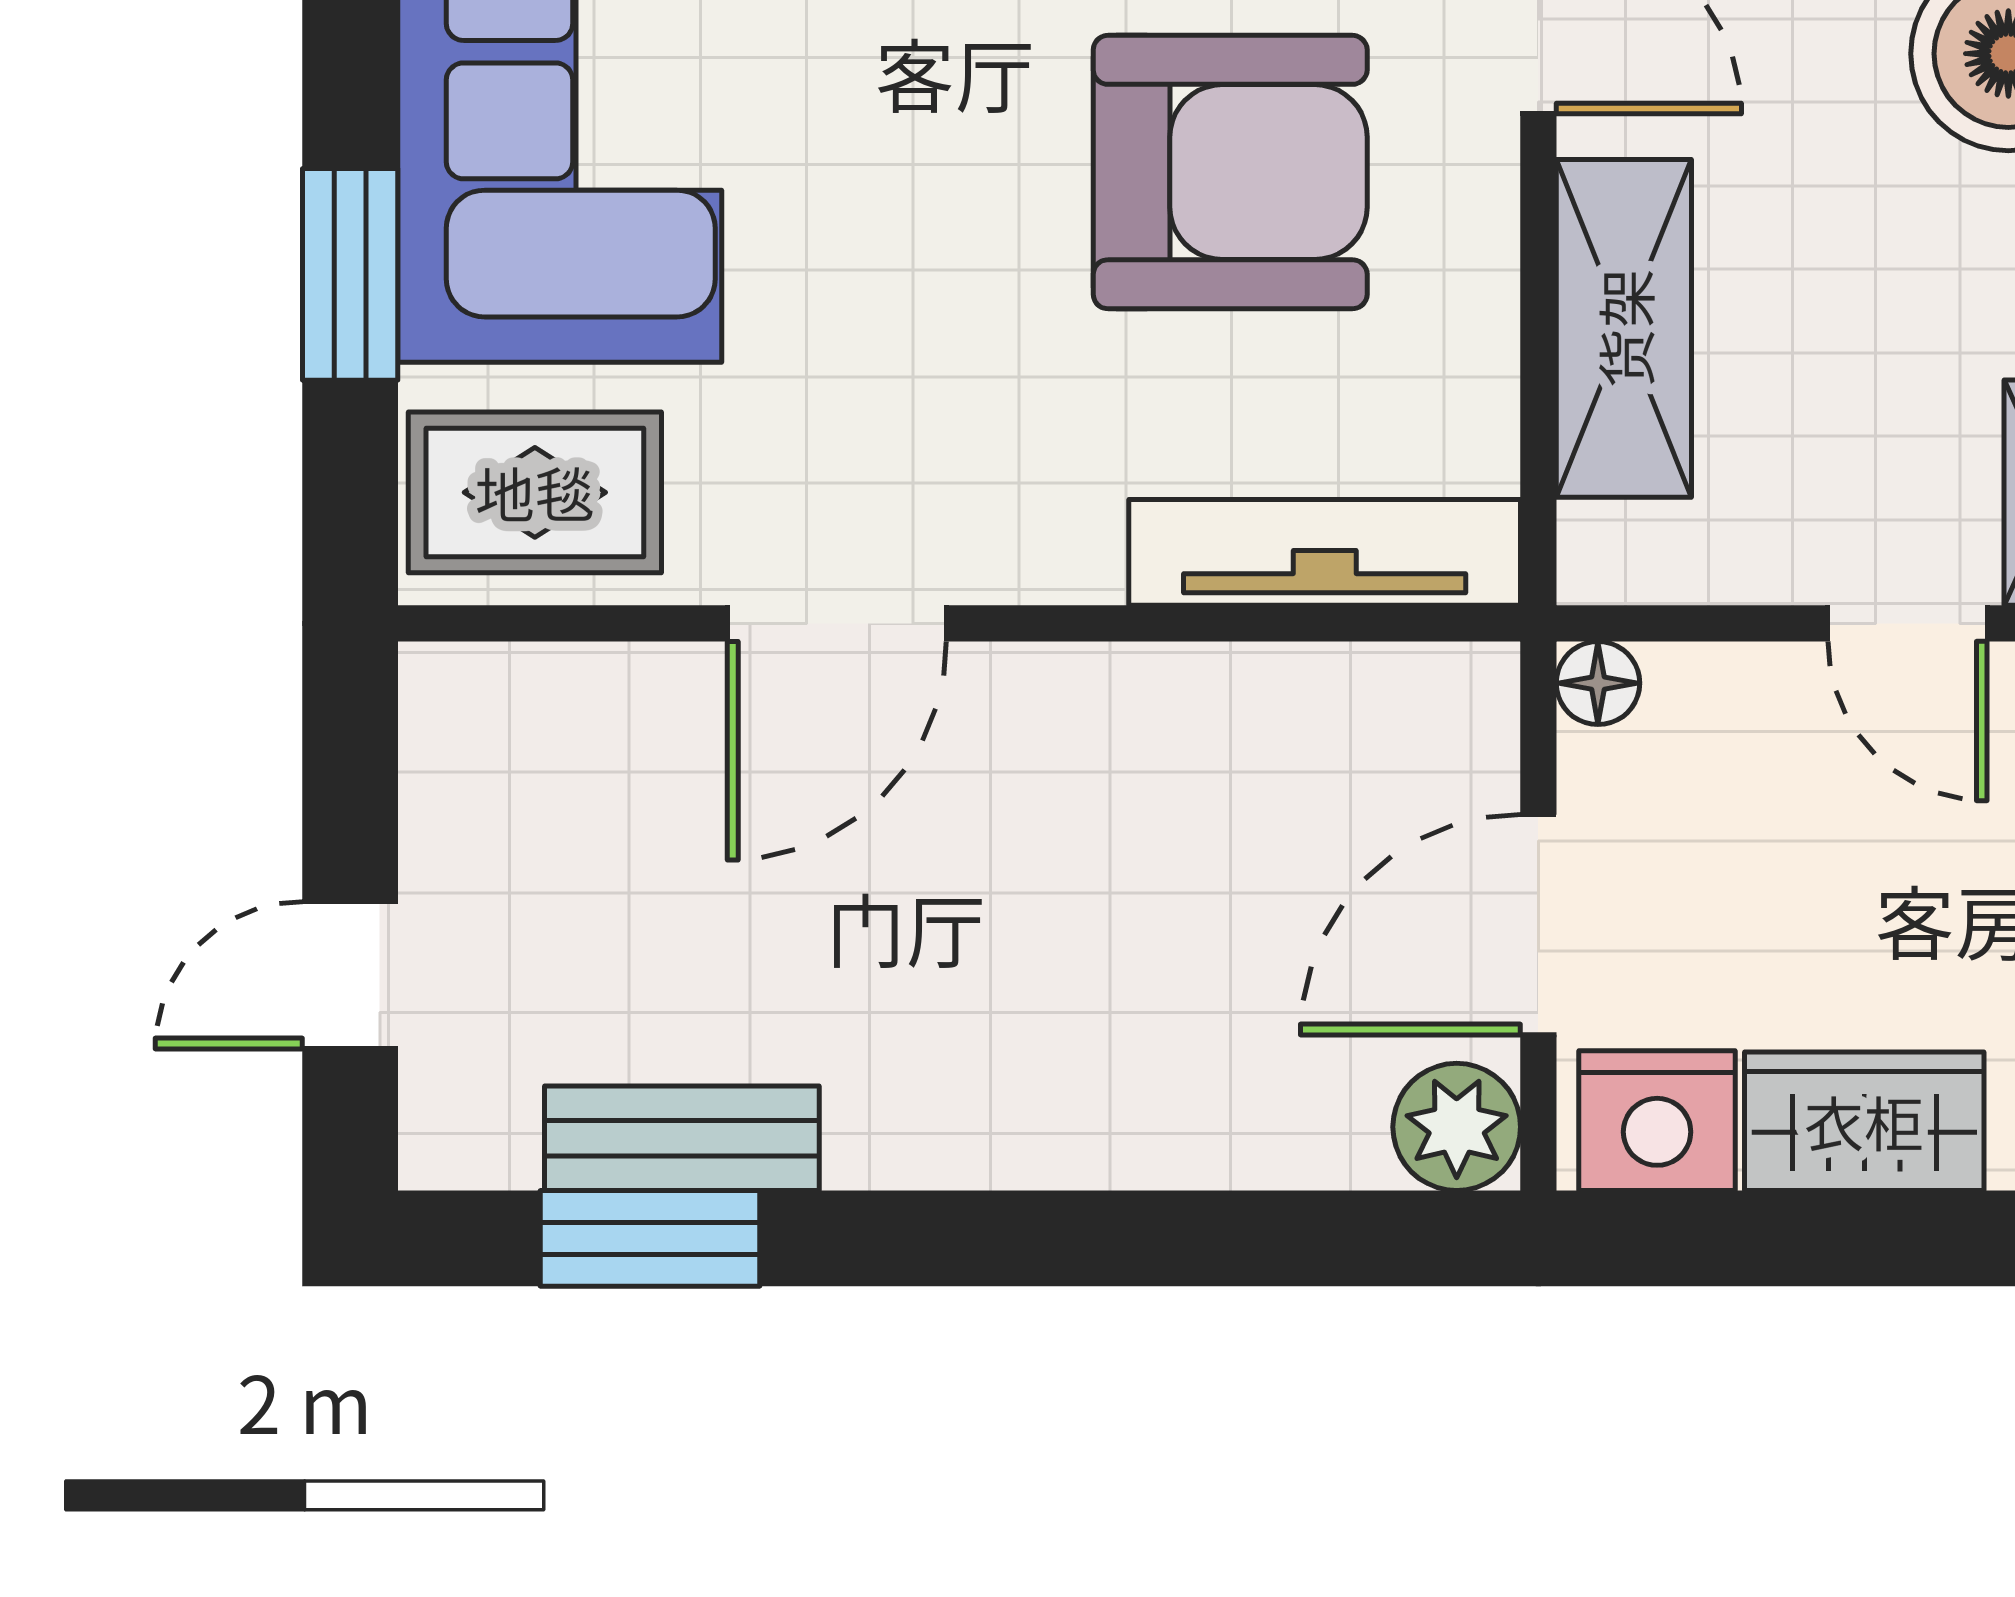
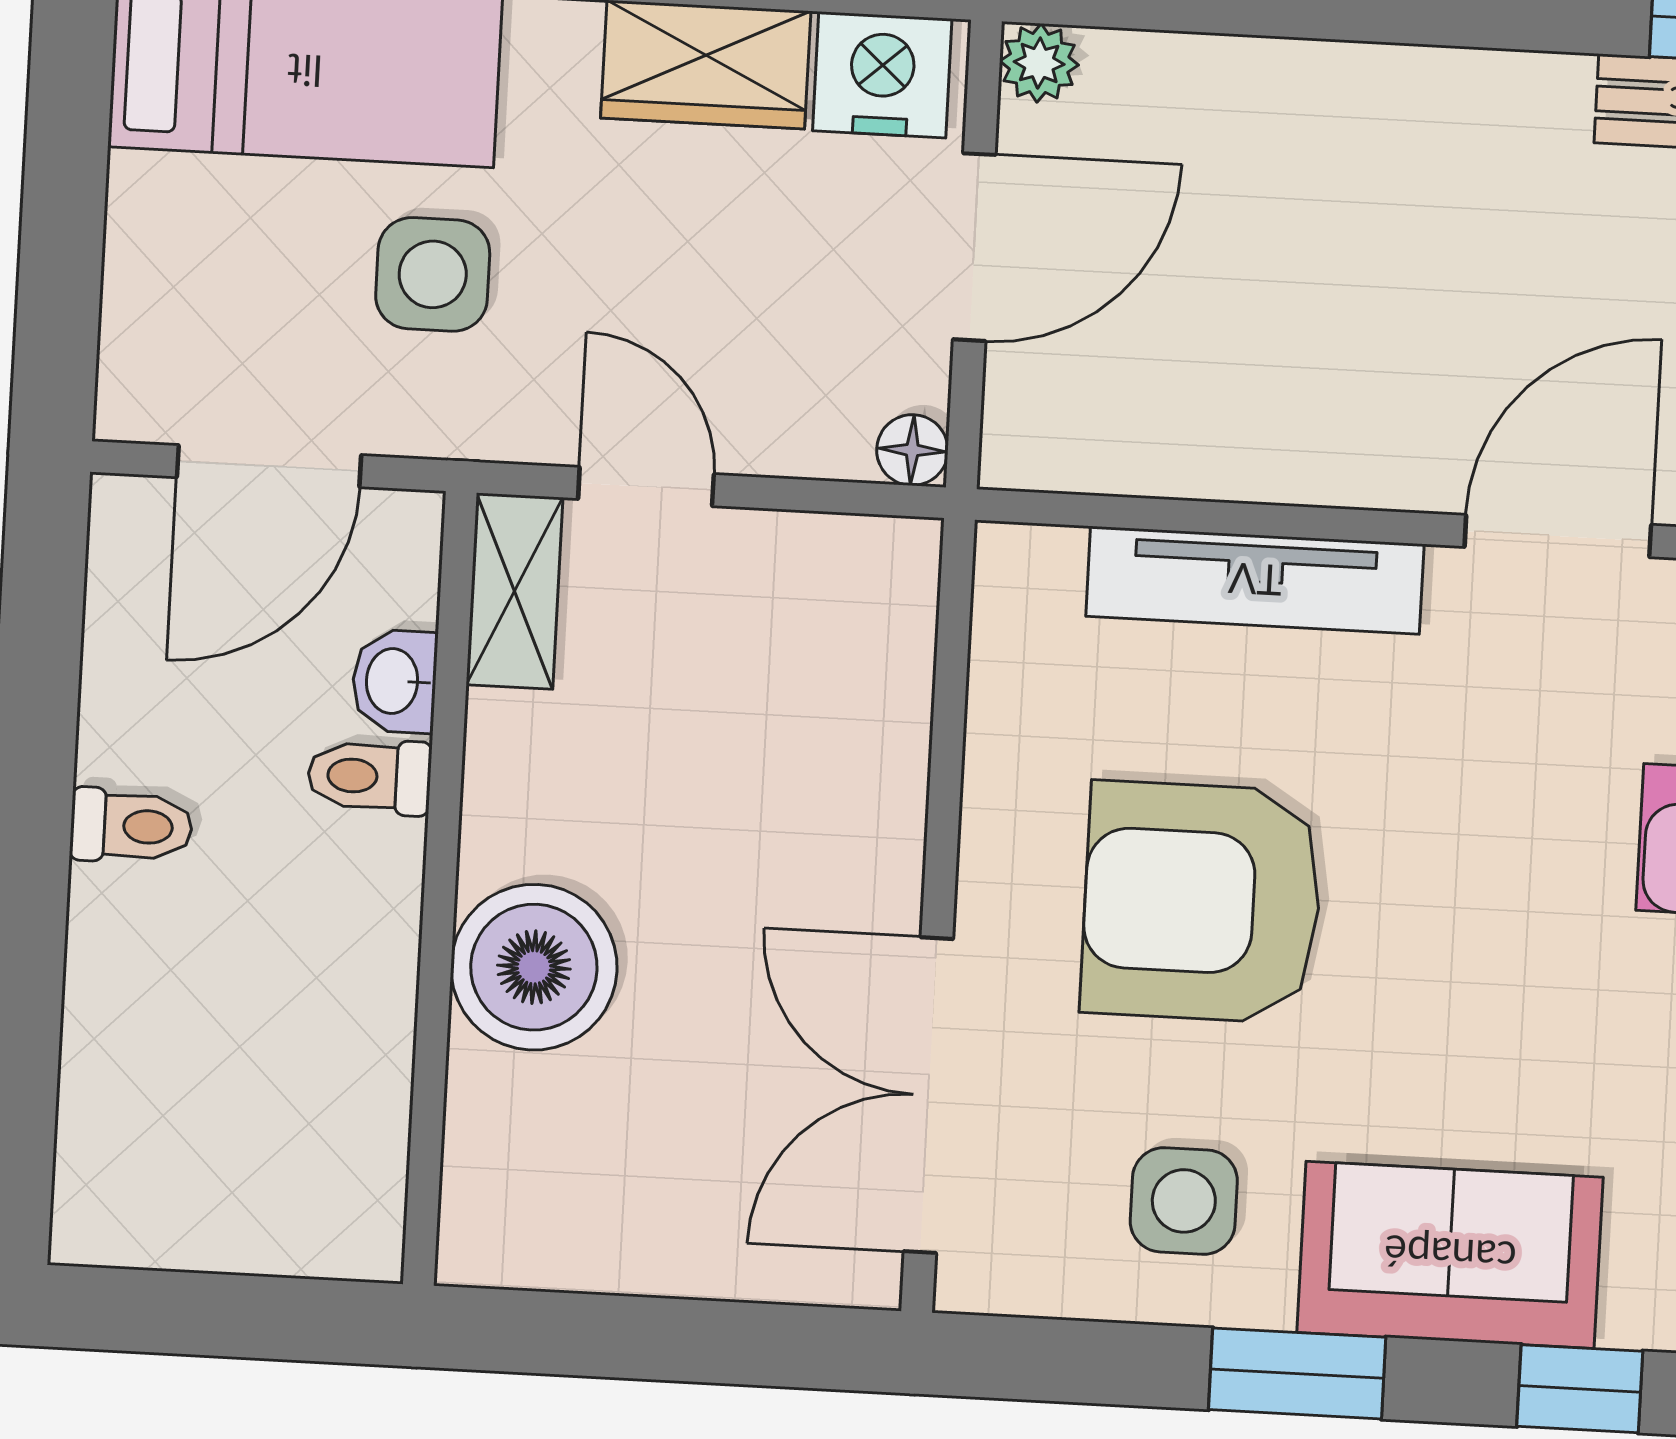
shelving: (1624, 328) -> (874, 751), removed
tv unit: (1325, 552) -> (1255, 580), moved
plant: (1457, 1127) -> (1039, 63), width x0.73, depth x0.73

